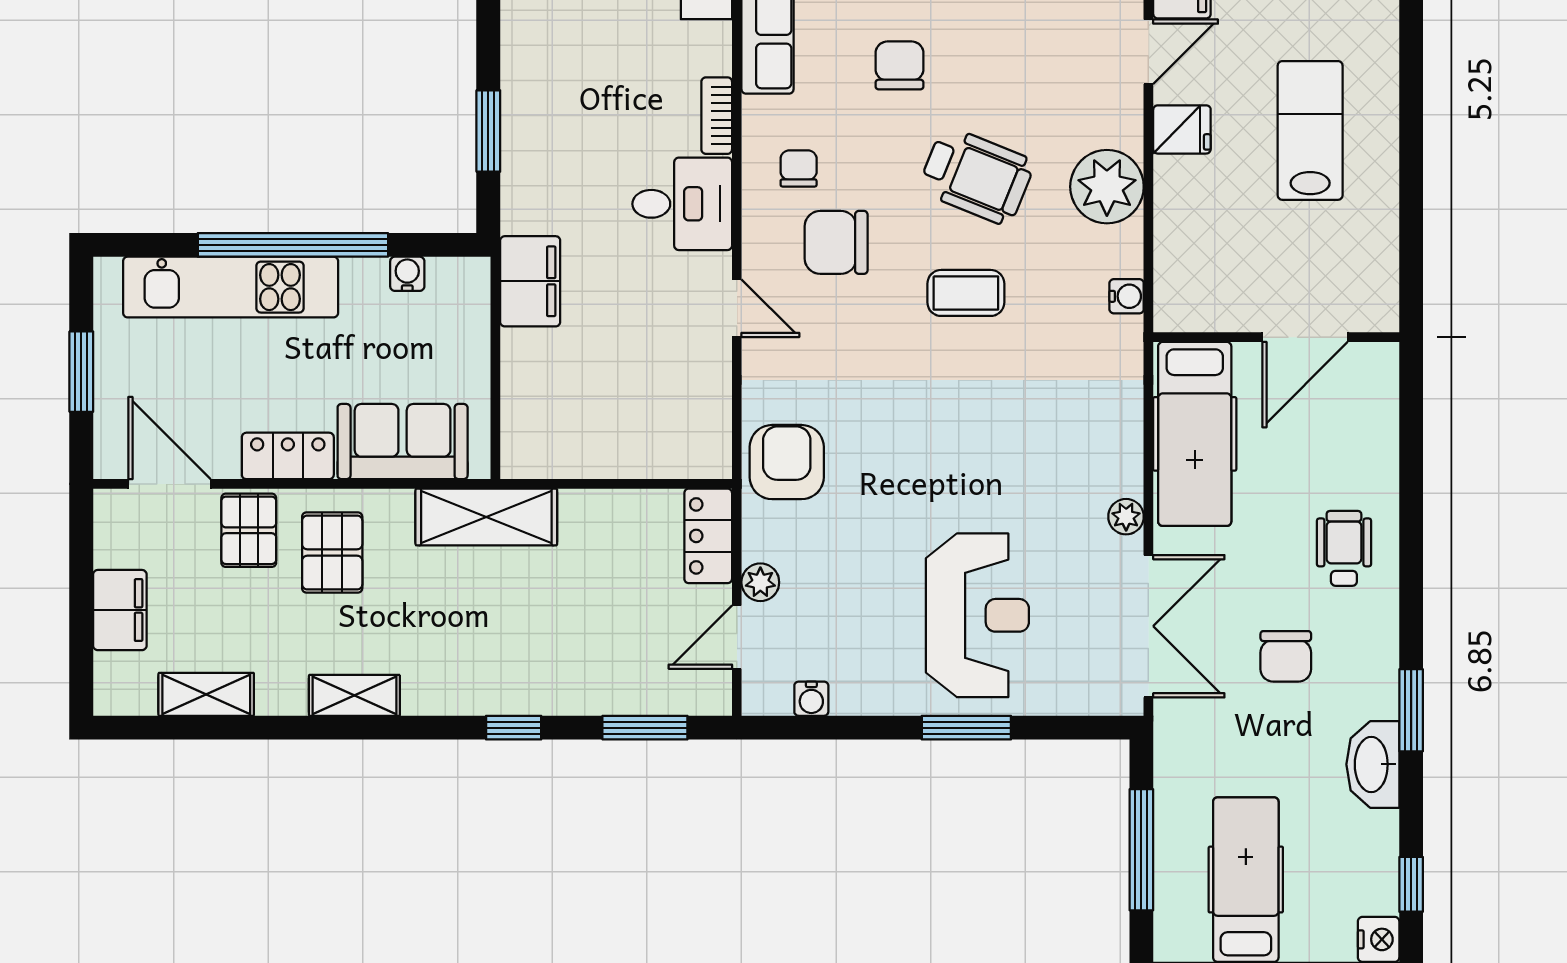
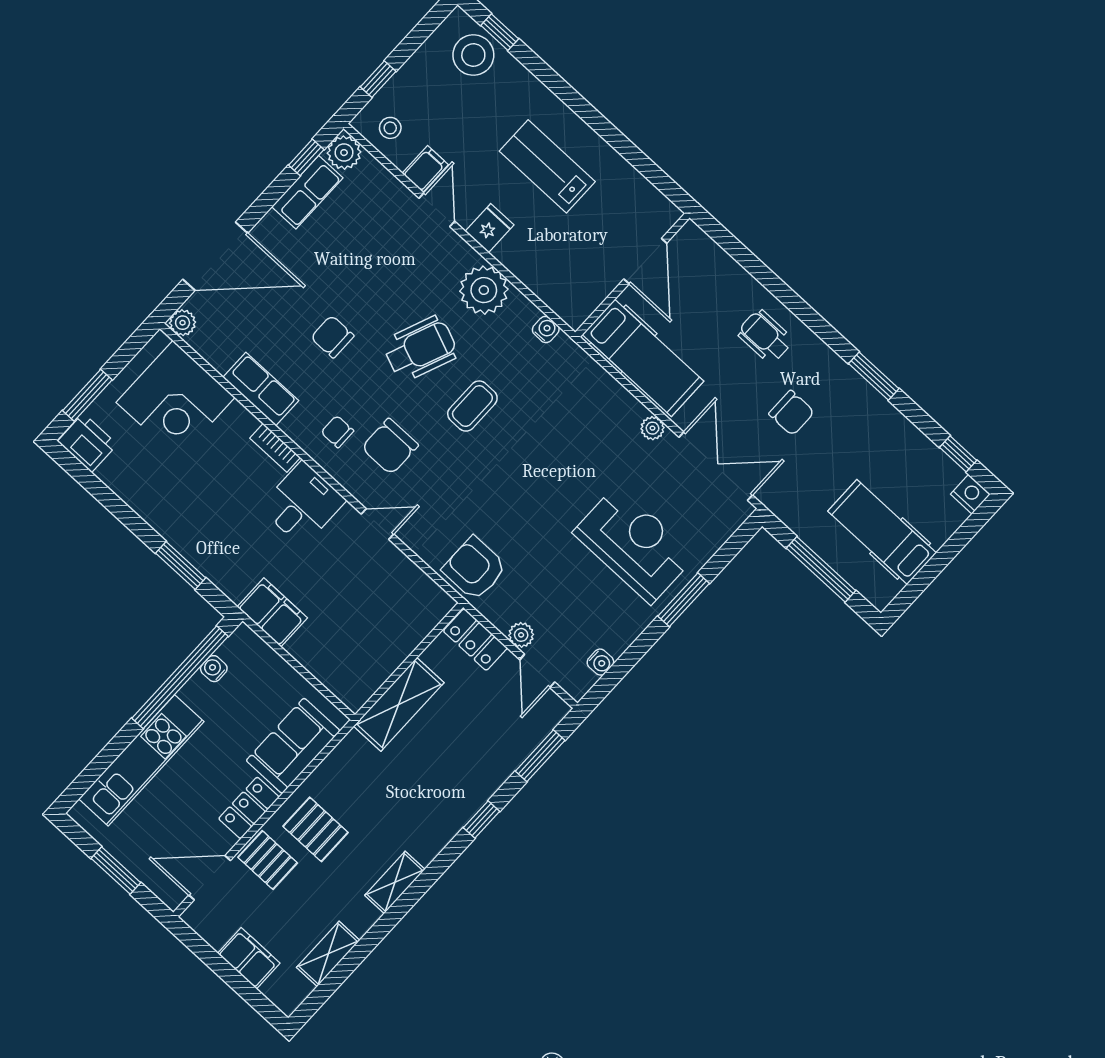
window: (293, 245) -> (180, 677), moved
shelving: (486, 517) -> (399, 704), moved
washbasin: (1373, 764) -> (883, 419), removed

